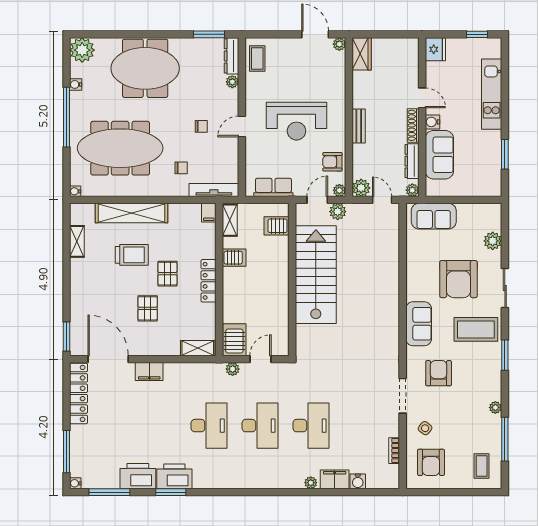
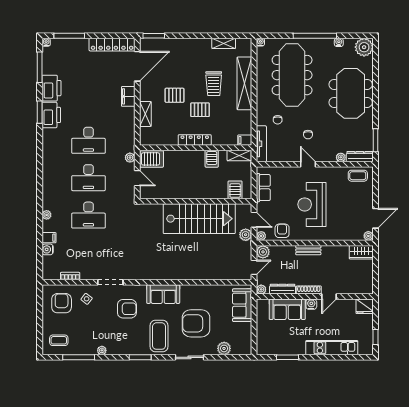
shelving: (198, 348) -> (145, 114), moved
armchair: (431, 462) -> (62, 303), turned 90
filing cabinet: (335, 479) -> (49, 238), width x0.50

